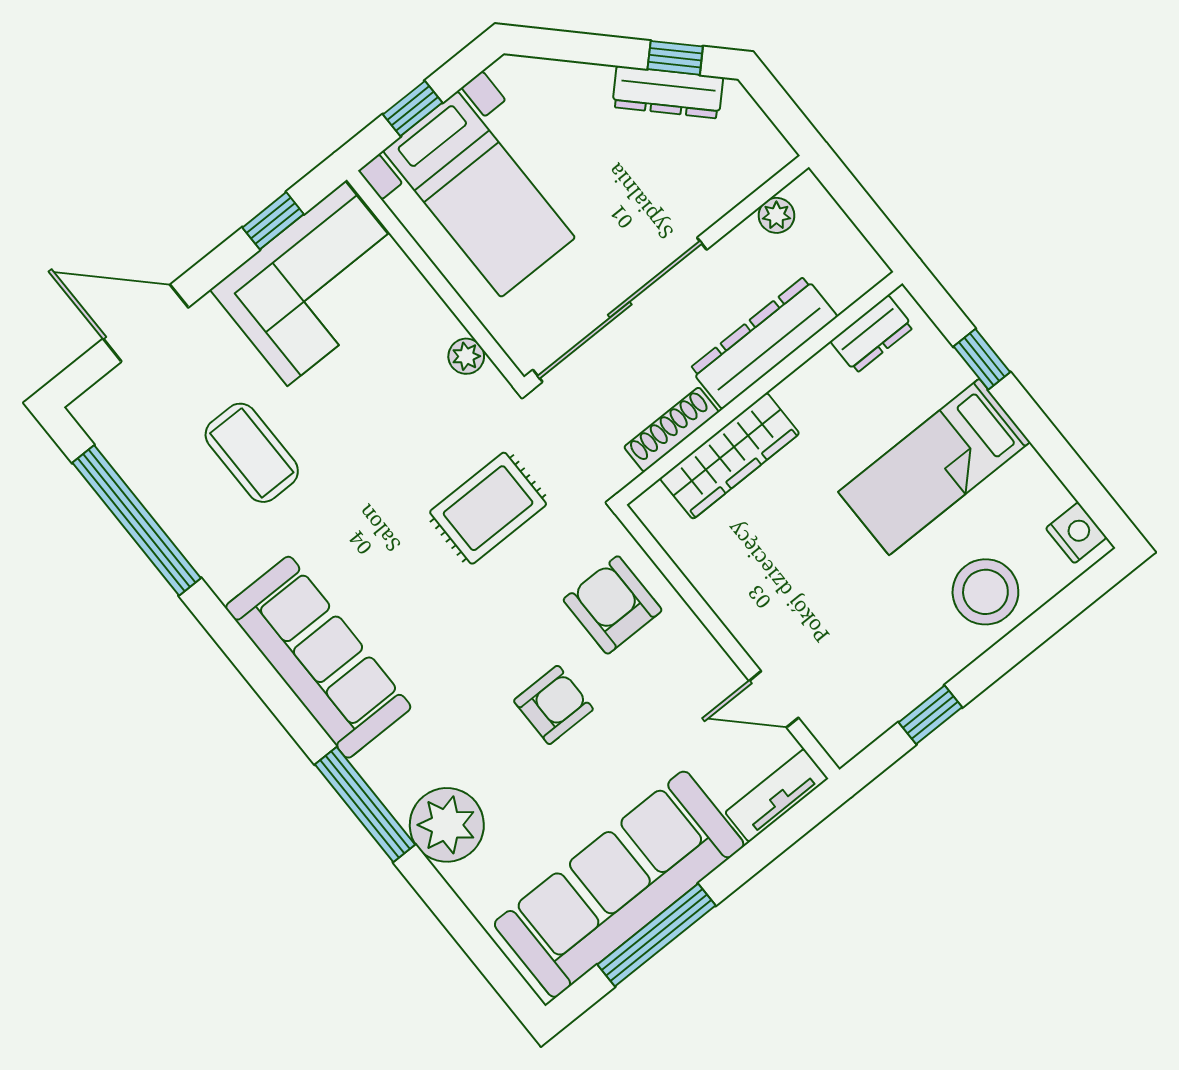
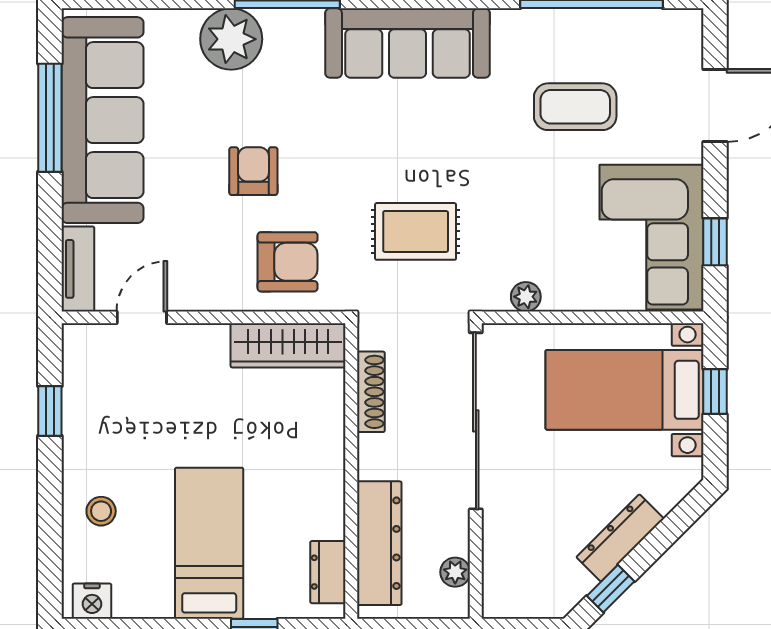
dresser: (668, 92) -> (620, 538), moved
dresser: (764, 343) -> (379, 543), moved
wardrobe: (730, 456) -> (288, 345), moved, turned -90
rug: (488, 508) -> (416, 231), turned 90
stool: (985, 592) -> (101, 511), width x0.53, depth x0.53
armchair: (553, 705) -> (253, 171), turned 180

